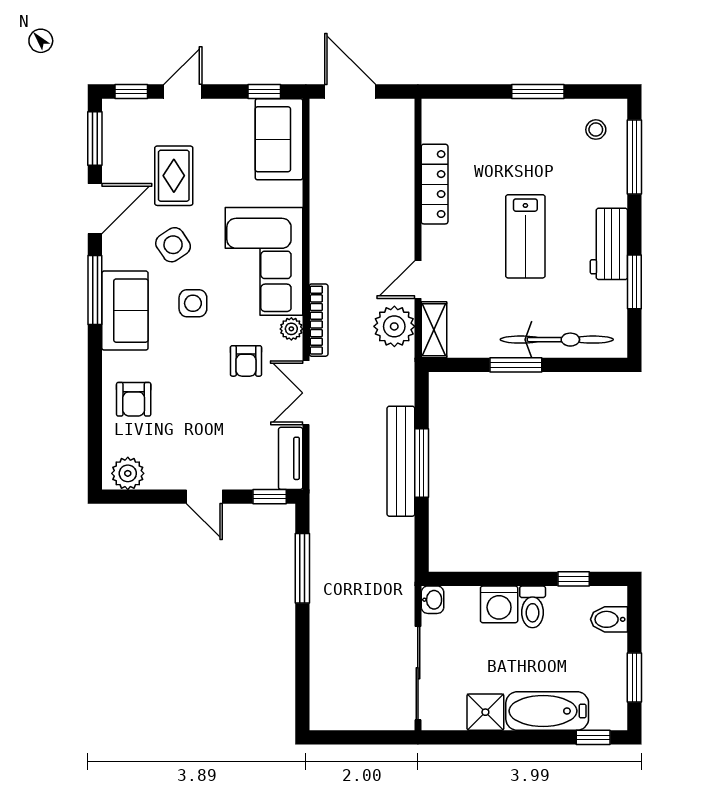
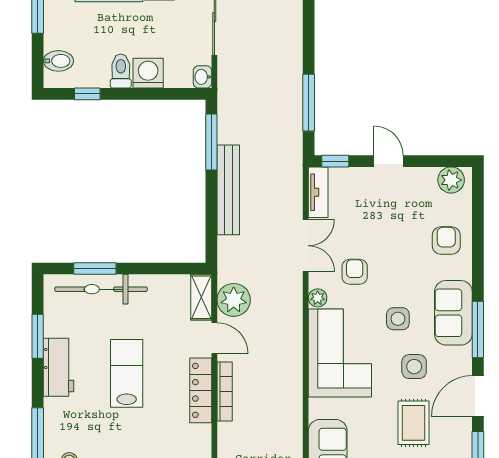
locker: (435, 184) -> (201, 390), moved
side table: (173, 245) -> (414, 367), turned 34
door: (418, 280) -> (214, 338), hinge flipped
bookcase: (319, 320) -> (225, 391), moved, turned 180
window: (516, 365) -> (95, 269), moved
window: (422, 463) -> (211, 142), moved

